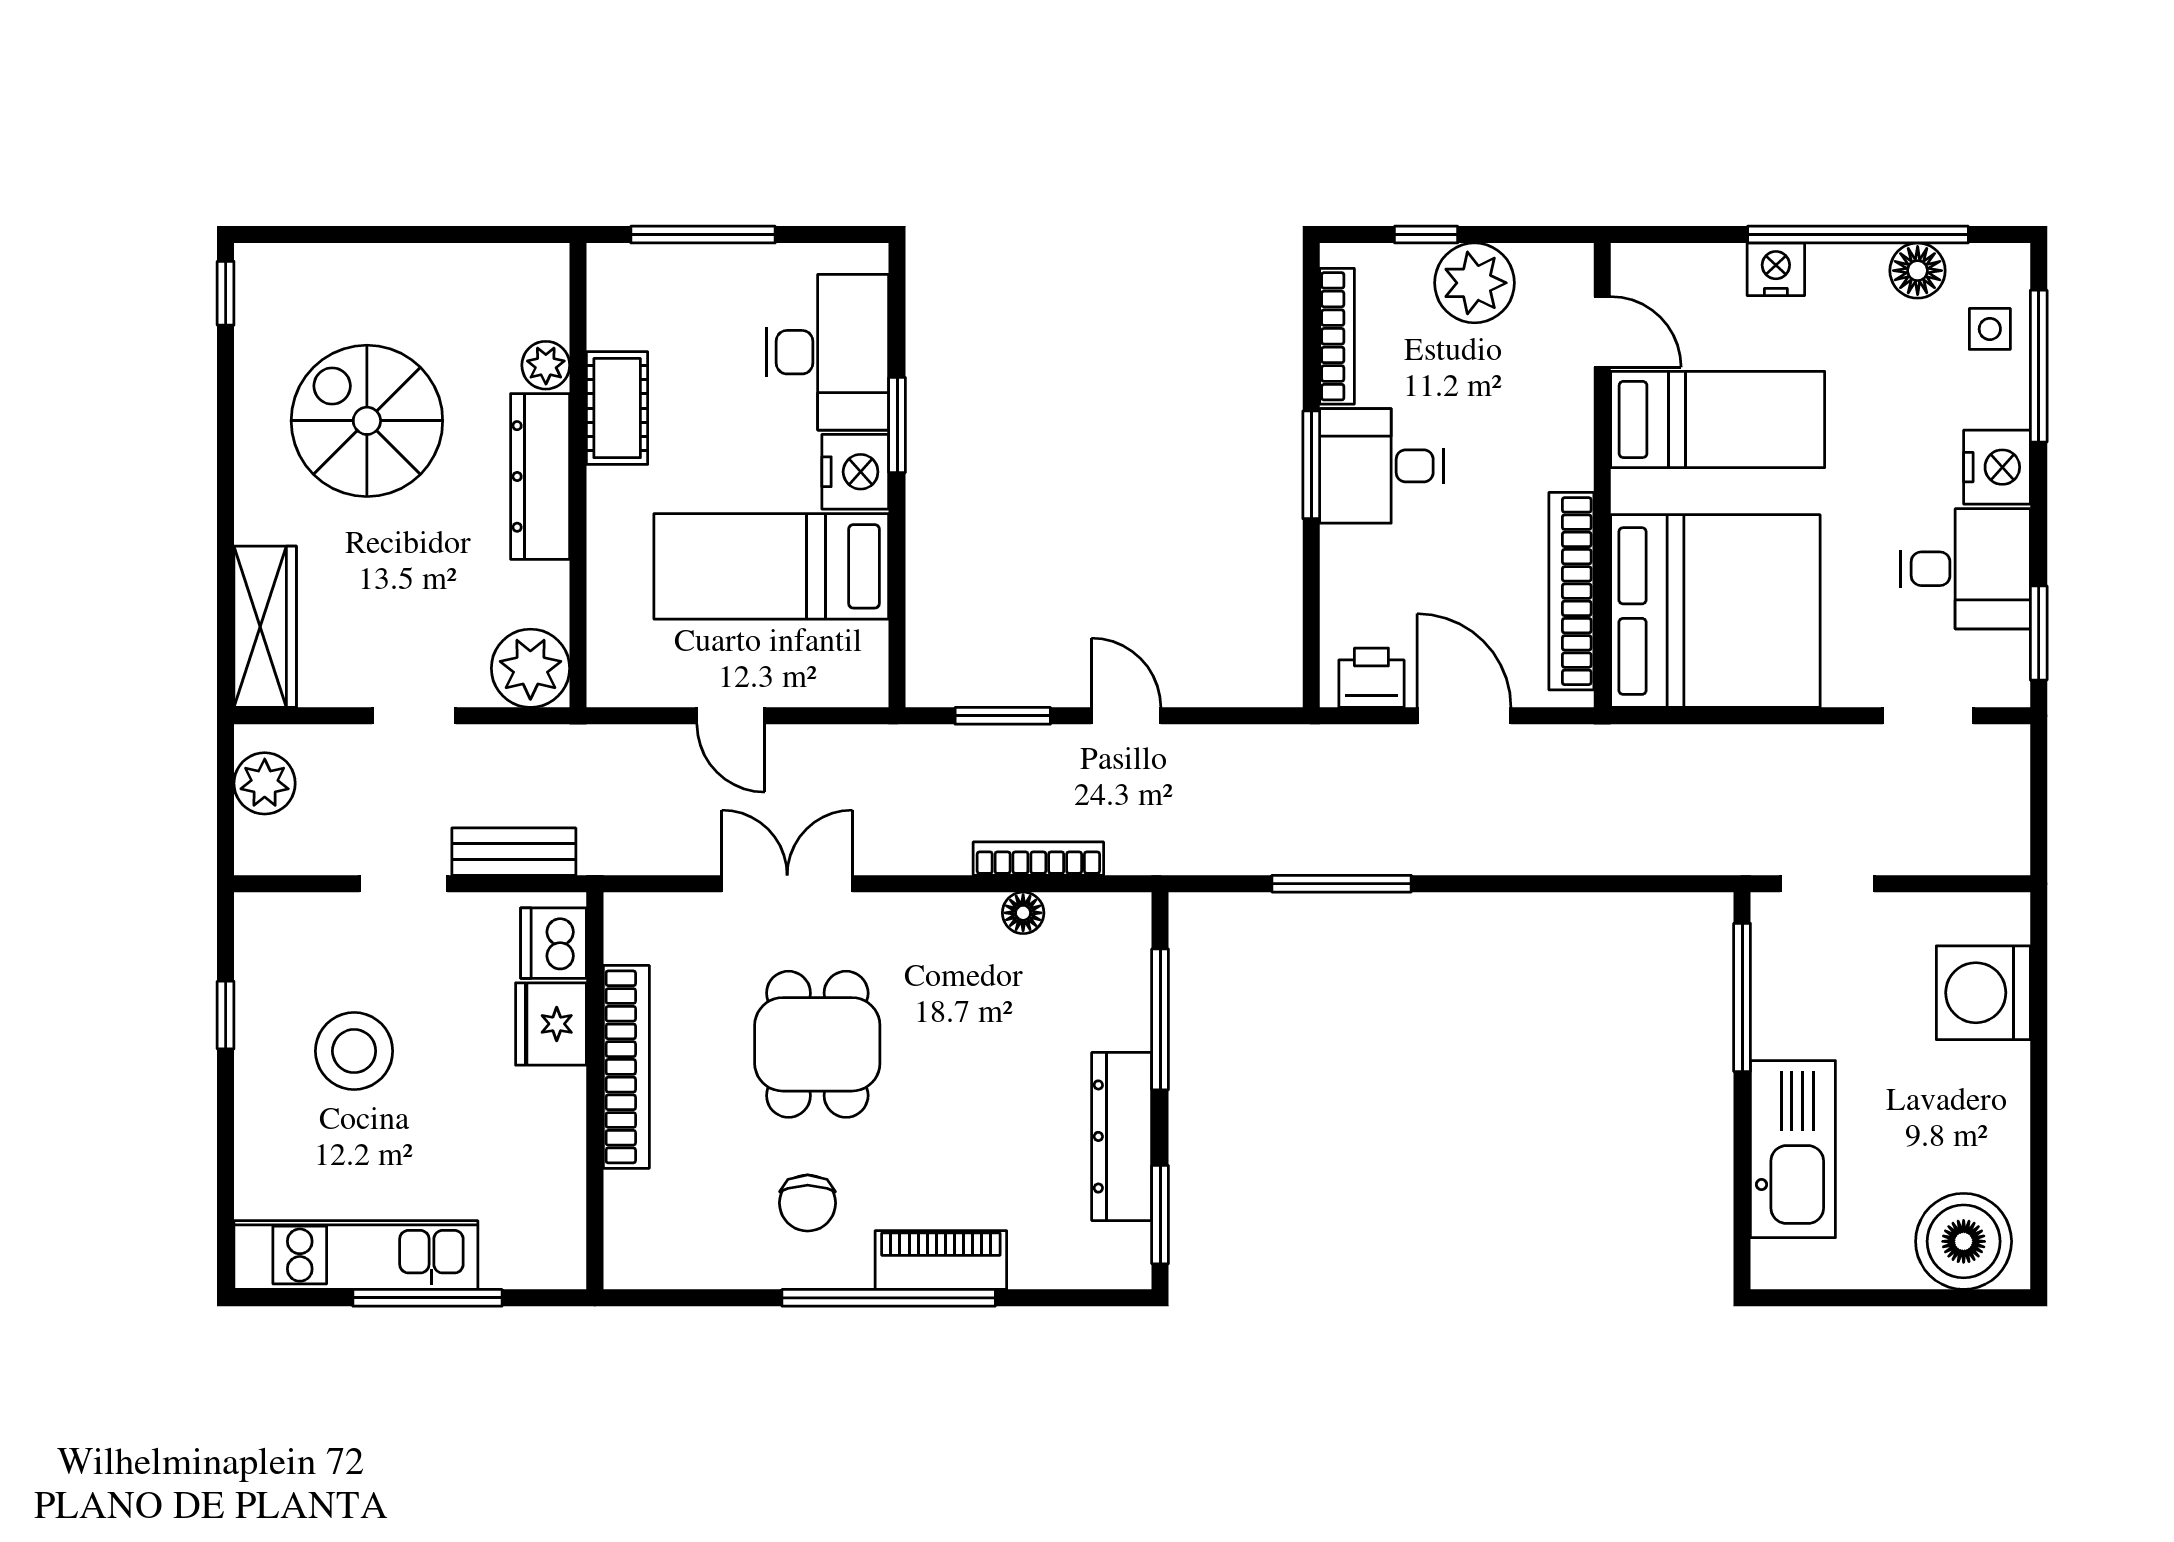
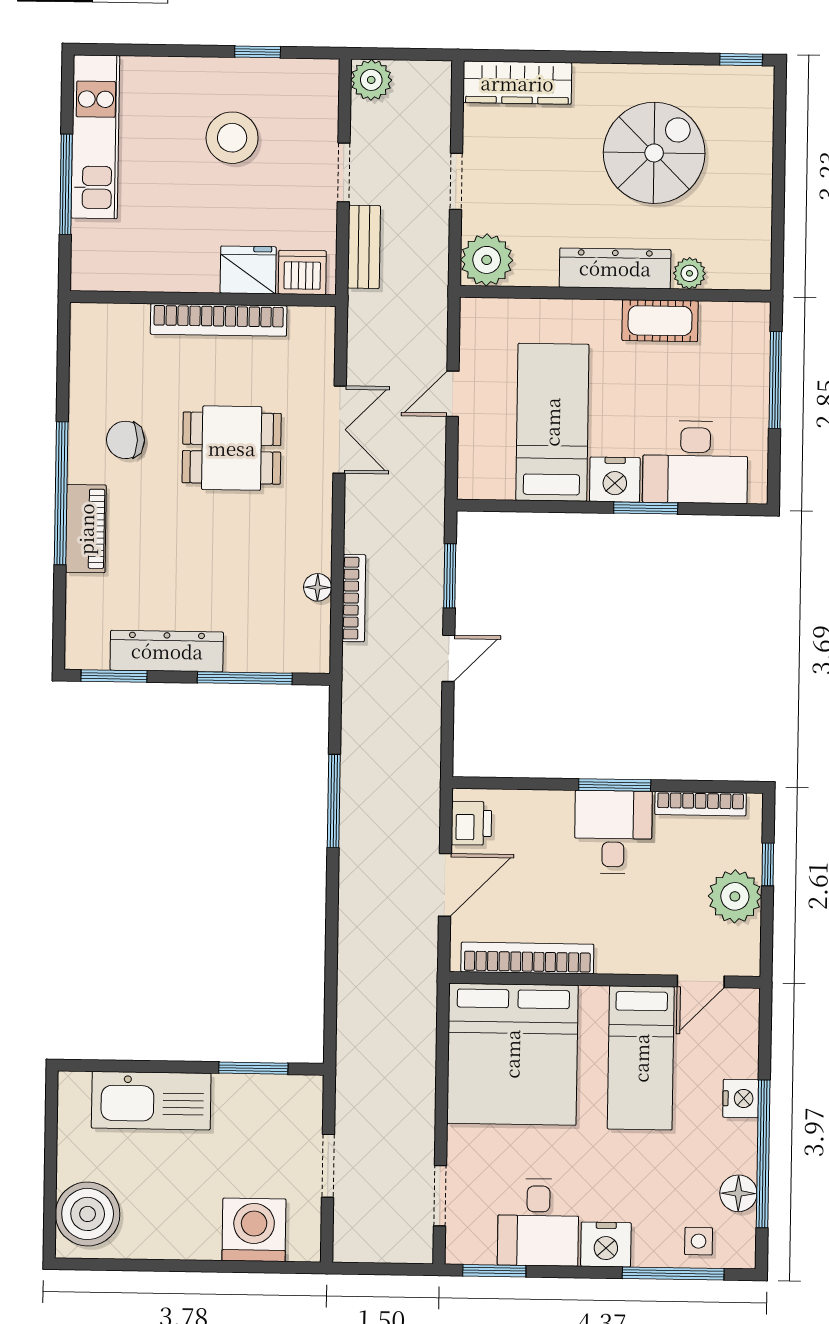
plant: (265, 783) -> (371, 80), moved
doorway: (1827, 884) -> (328, 1166), moved
window: (1742, 997) -> (253, 1068), width x0.69

